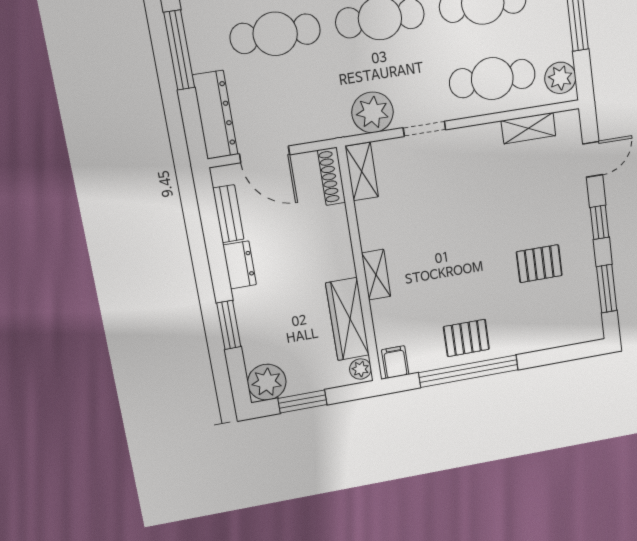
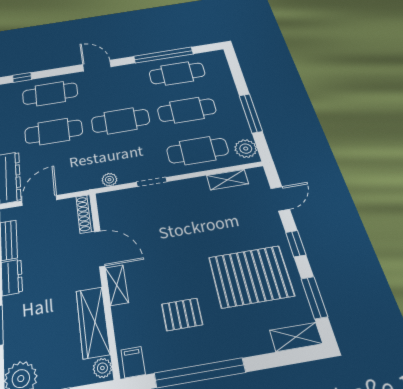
plant: (373, 112) -> (109, 180), width x0.53, depth x0.53
door: (265, 154) -> (39, 200), swing flipped
shelving: (362, 172) -> (296, 337), moved, turned 90
door: (353, 227) -> (100, 249), added
pallet: (539, 264) -> (251, 276), width x2.05, depth x2.00
pallet: (466, 338) -> (182, 314), moved

